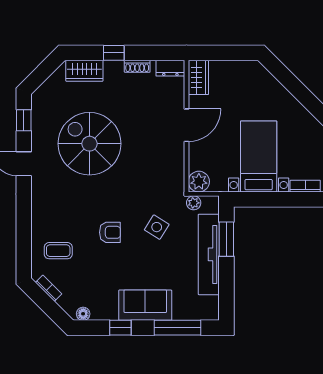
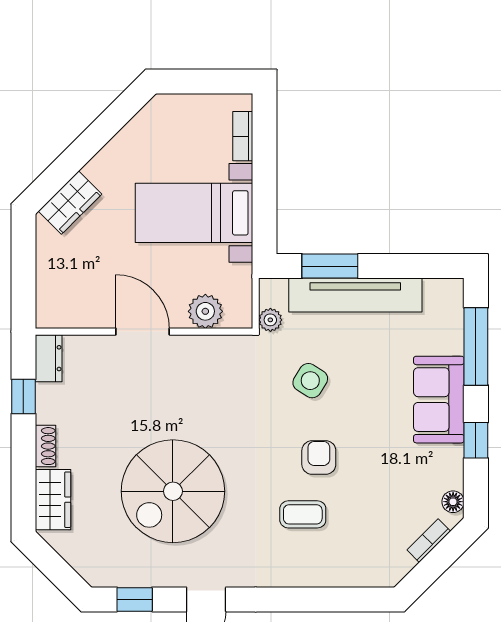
window: (114, 53) -> (23, 397), moved
shoe rack: (137, 66) -> (46, 446), moved
wardrobe: (198, 77) -> (70, 203), moved, turned 135
plant: (199, 182) -> (205, 311), moved
coffee table: (58, 251) -> (303, 514), moved, turned 90
bookcase: (49, 288) -> (429, 541), moved

